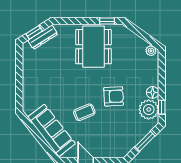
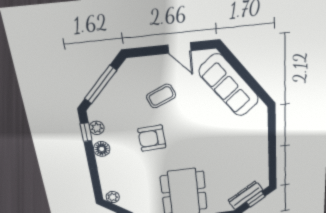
plant: (149, 109) -> (97, 128), width x0.53, depth x0.53
coffee table: (84, 112) -> (161, 96), moved
window: (145, 141) -> (101, 85), width x1.44

